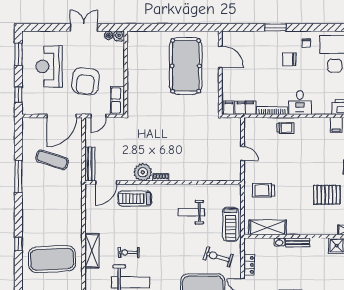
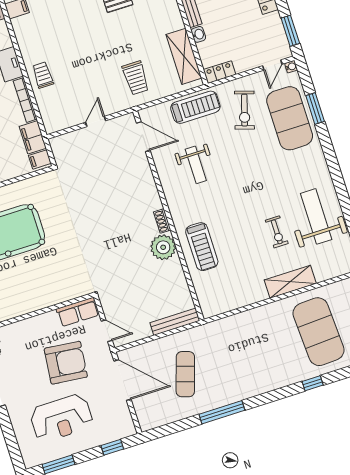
door: (106, 183) -> (143, 137), moved
locker: (249, 265) -> (220, 72), moved

